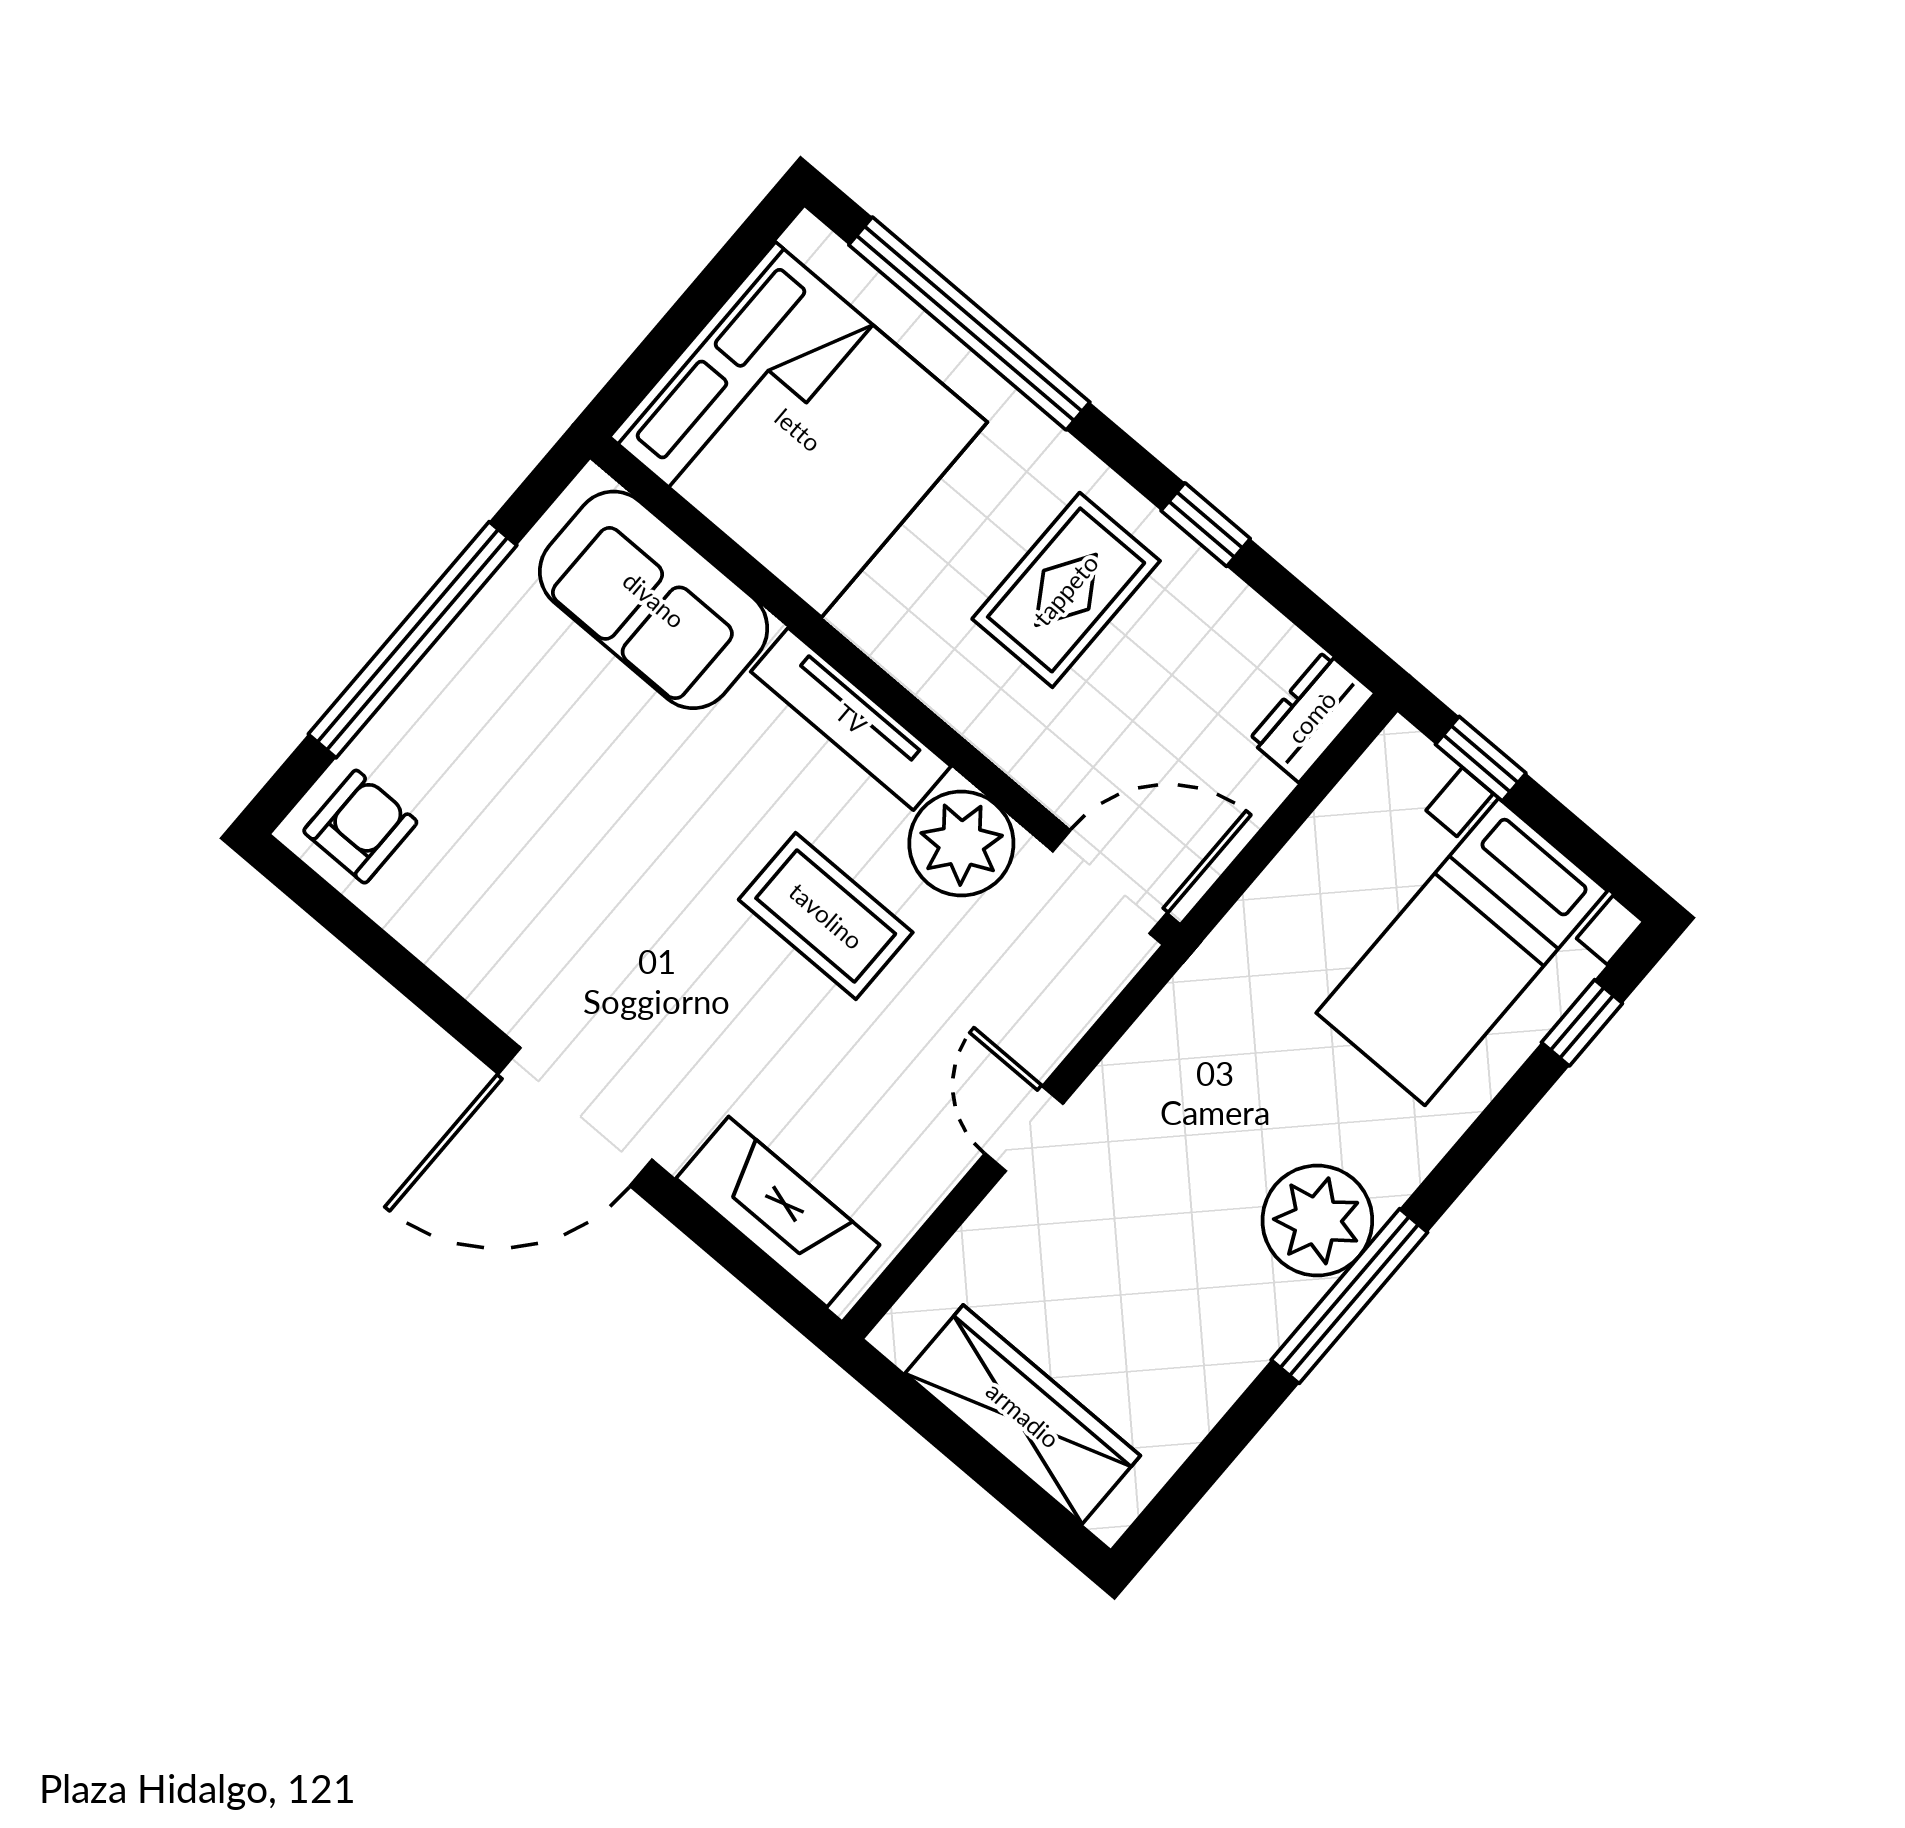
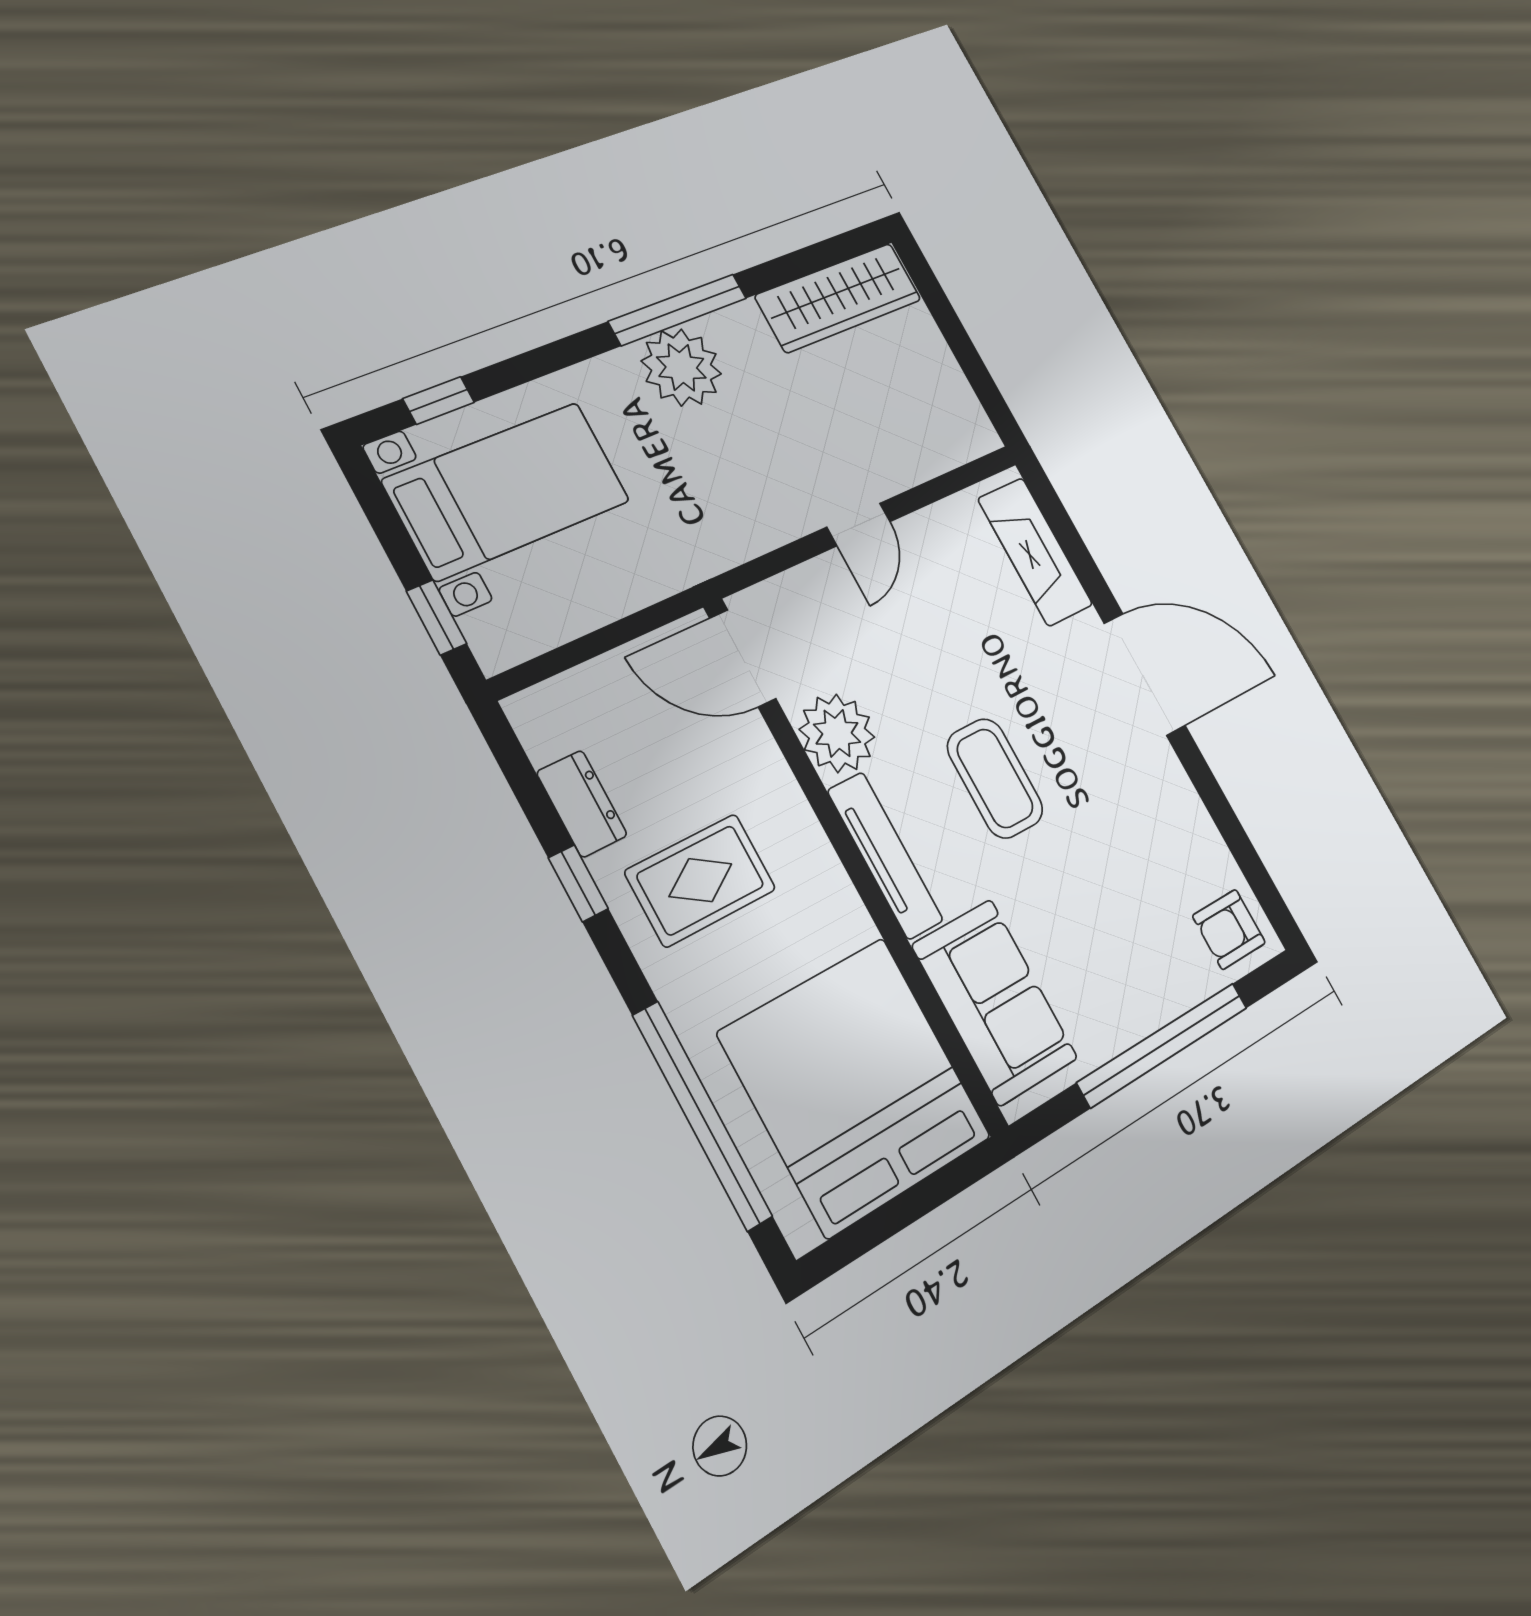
dresser: (1312, 717) -> (582, 804), moved, turned -90
coffee table: (826, 916) -> (995, 778), moved
wardrobe: (1023, 1415) -> (839, 298), moved, turned -90

